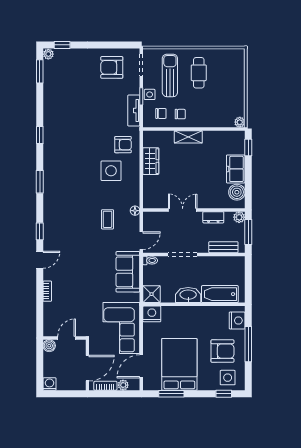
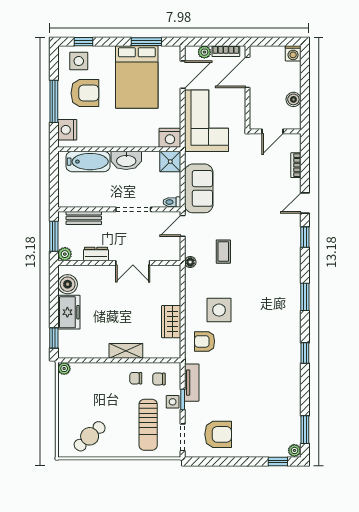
cafe table: (199, 73) -> (90, 436), moved, turned 47
wall: (64, 338) -> (275, 131), moved
door: (67, 338) -> (272, 131), moved
armchair: (222, 351) -> (85, 93), turned 180

